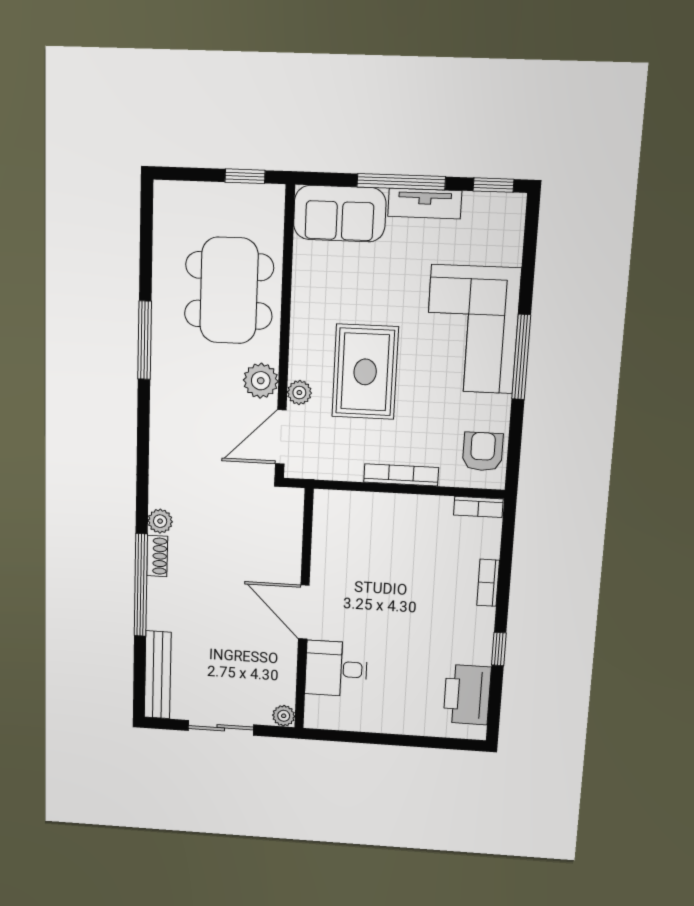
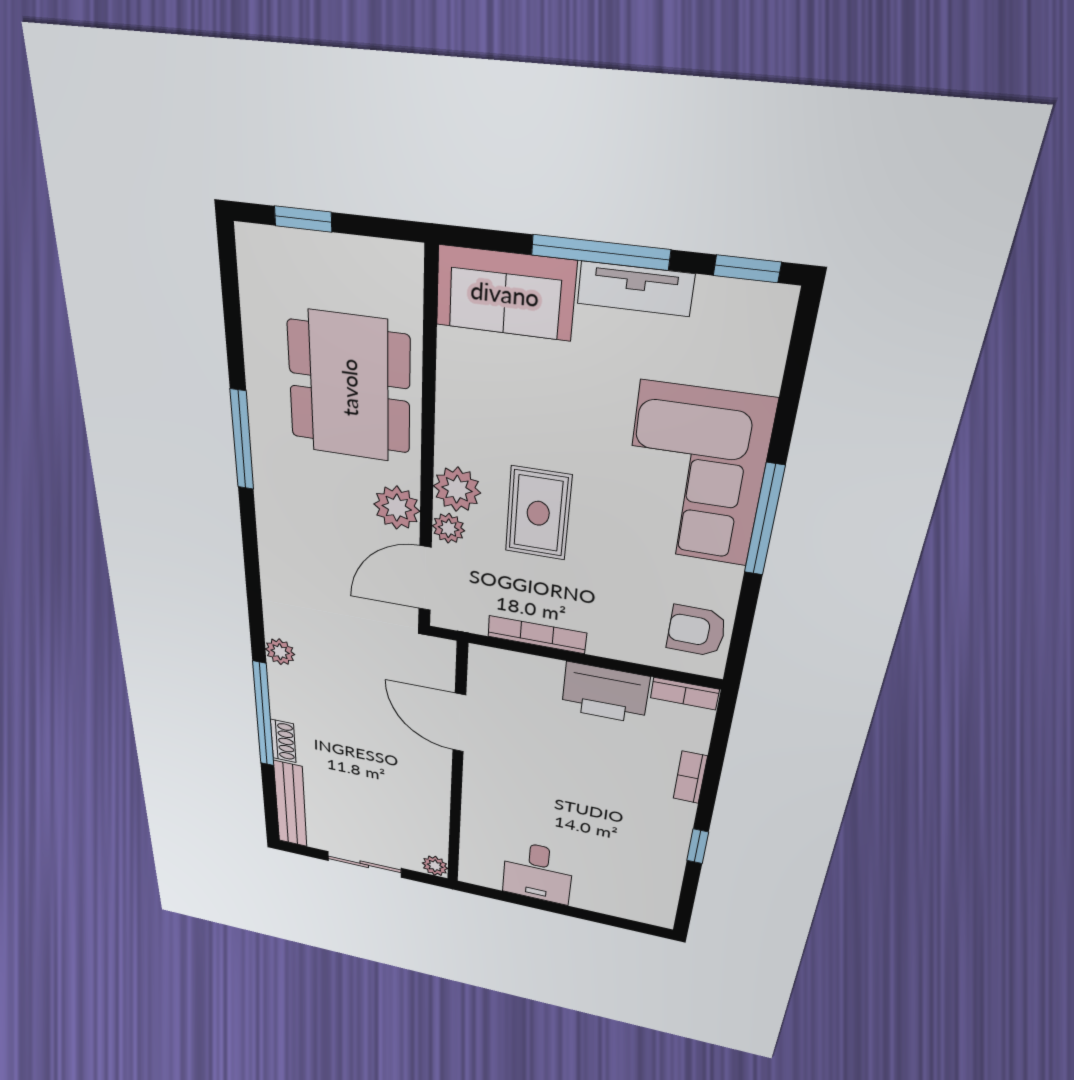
window: (245, 176) -> (303, 219), moved
plant: (306, 360) -> (457, 489), added
rug: (365, 372) -> (538, 513), width x0.73, depth x0.70
armchair: (483, 452) -> (696, 631), turned -89
bookcase: (401, 475) -> (537, 635), moved
shoe rack: (157, 556) -> (283, 741), moved
door: (304, 612) -> (459, 723), moved
desk: (336, 669) -> (538, 872), moved, turned -90
printer: (467, 695) -> (605, 693), moved, turned -90

